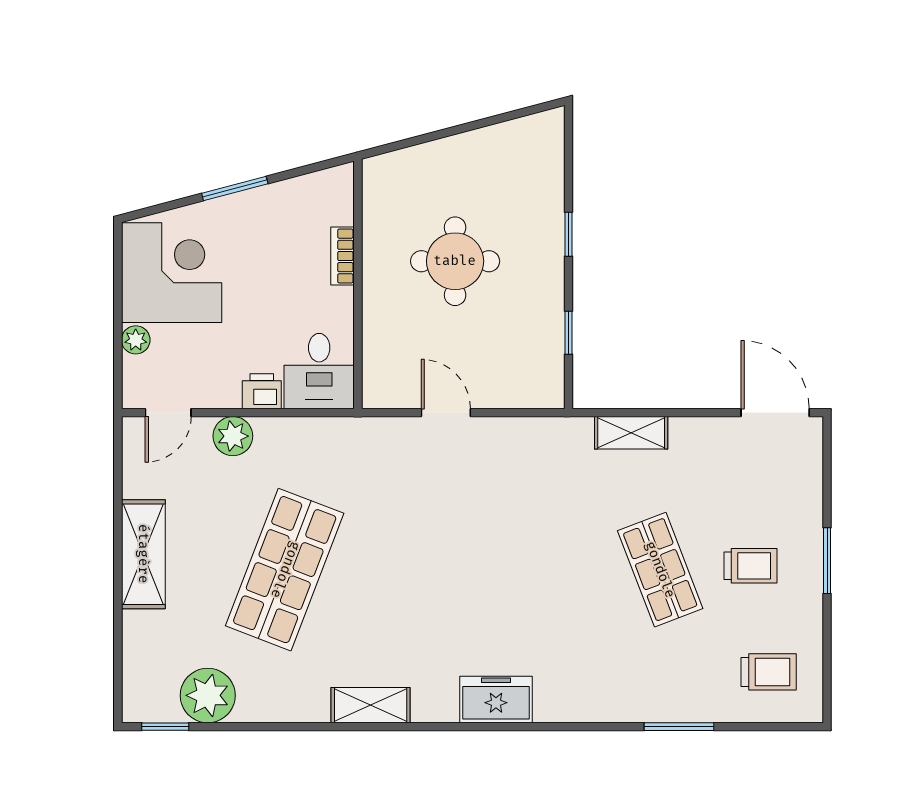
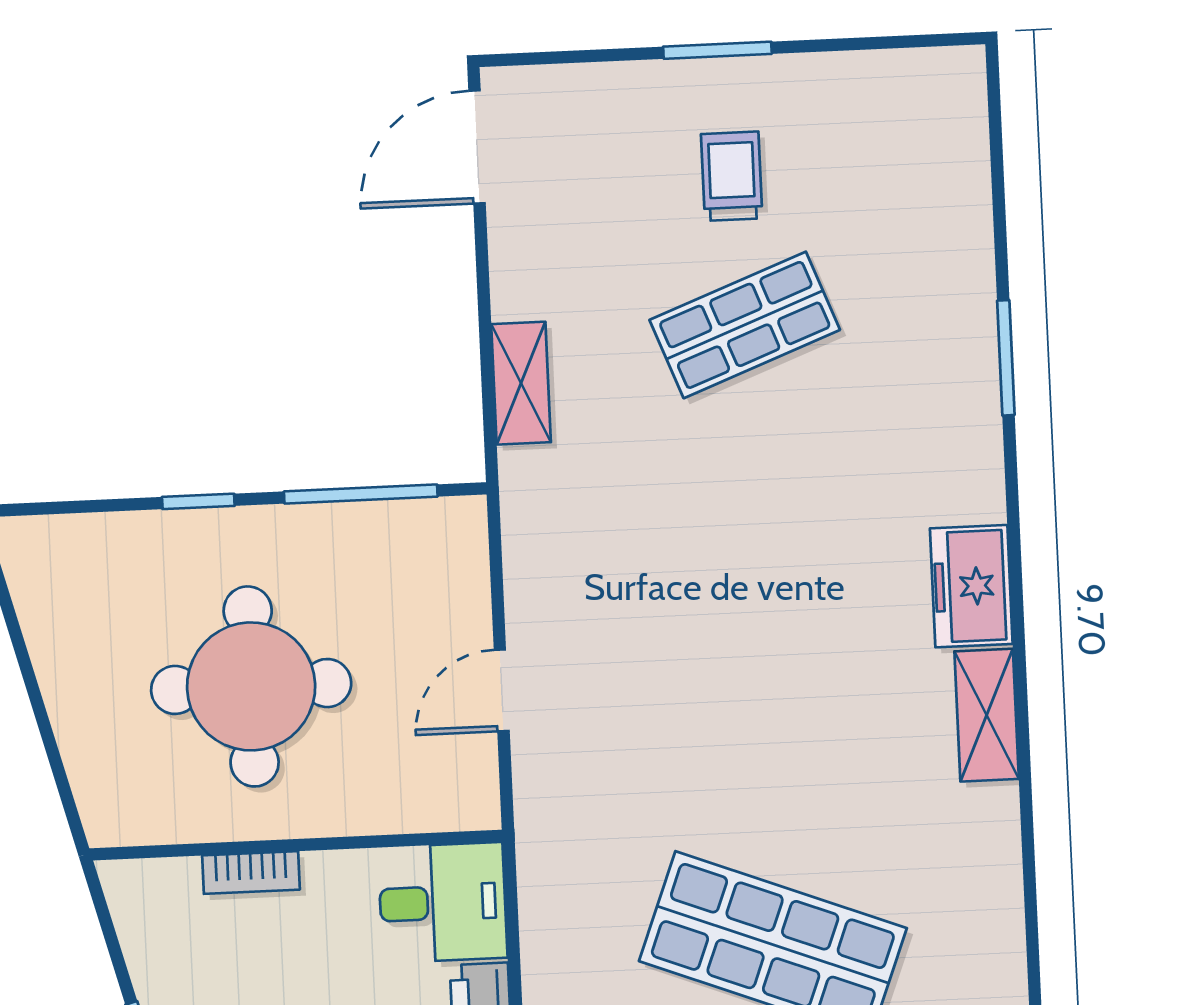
round table: (455, 261) -> (251, 686), width x1.36, depth x1.36
window: (568, 333) -> (361, 494), width x2.17
trolley: (769, 672) -> (905, 138), removed
shelving: (371, 705) -> (987, 715), moved
window: (679, 727) -> (1006, 358), moved

